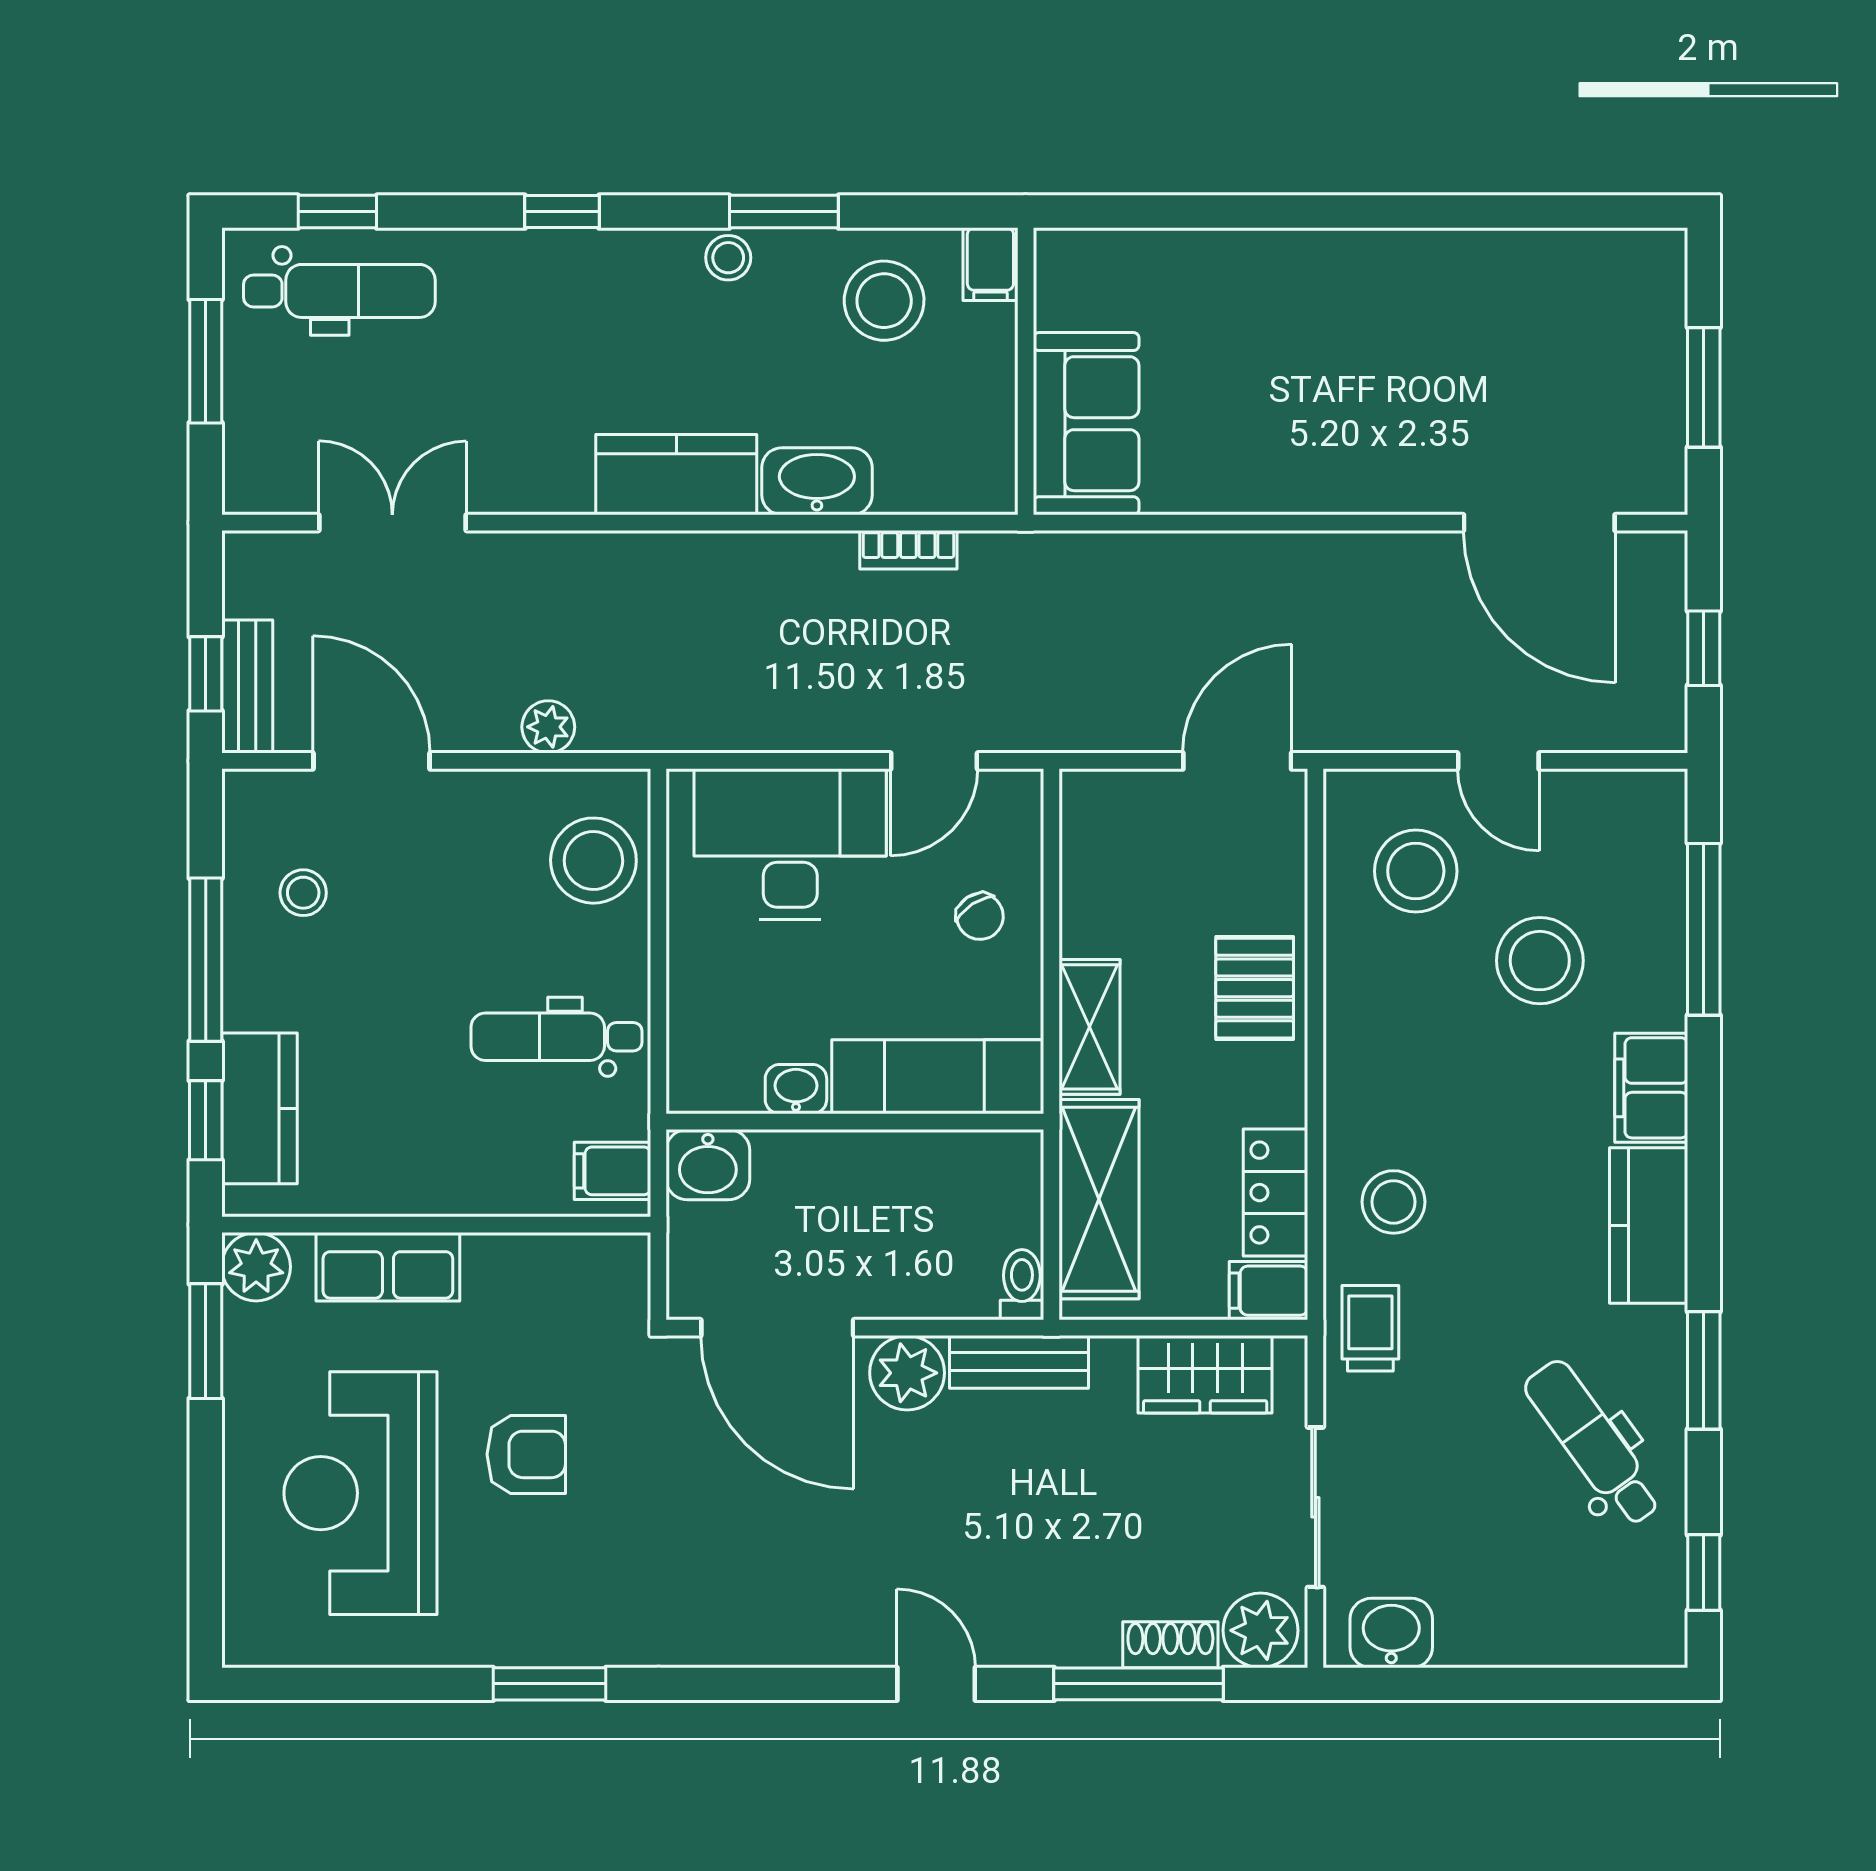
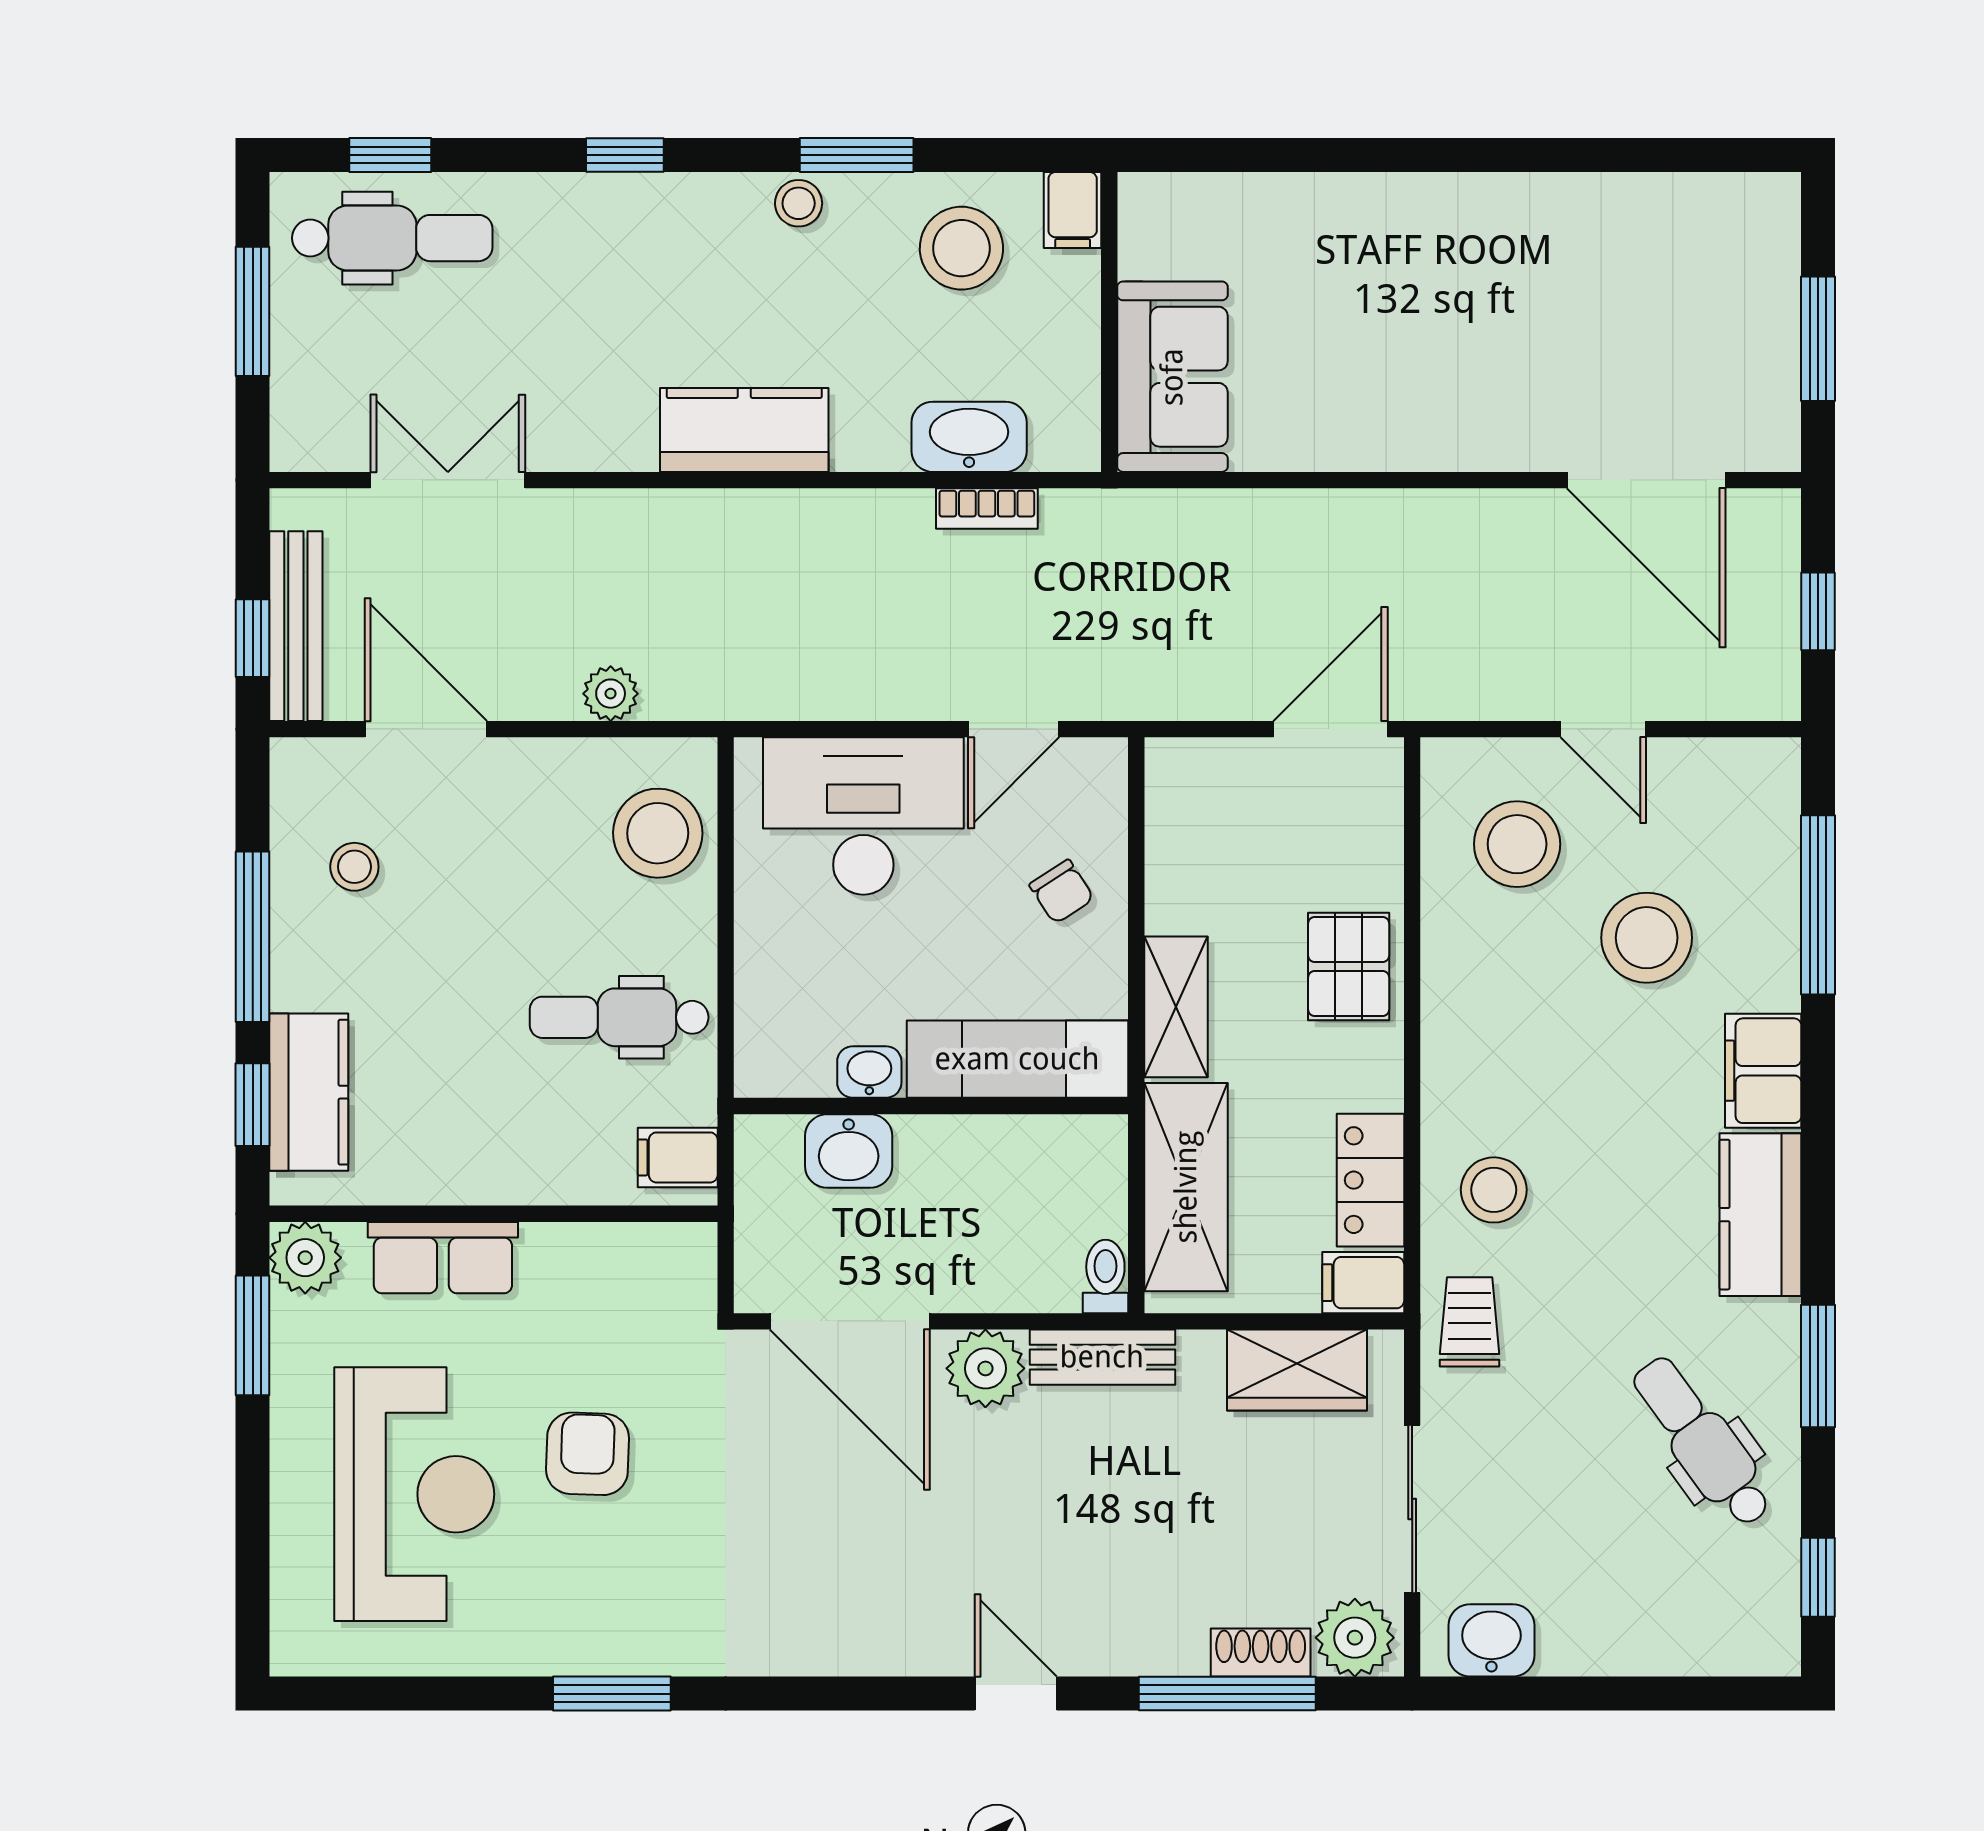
washbasin: (817, 481) -> (969, 437), moved
bench: (247, 687) -> (296, 626), width x1.36
washbasin: (708, 1165) -> (849, 1151), moved
armchair: (526, 1454) -> (588, 1454), turned -88
reception desk: (360, 1493) -> (414, 1494), turned 180

